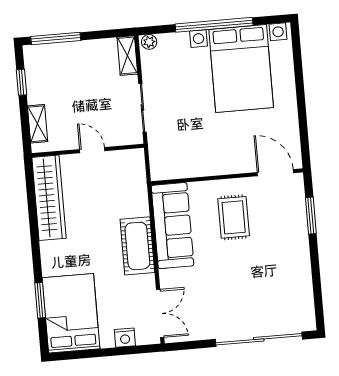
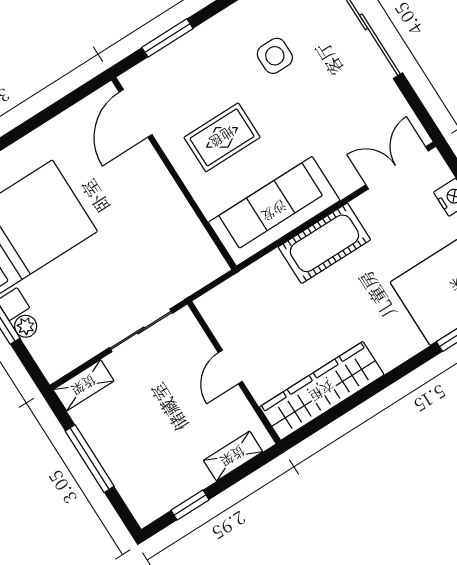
window: (56, 38) -> (90, 459), moved
plant: (149, 42) -> (26, 326), moved
side table: (266, 275) -> (275, 56), added

